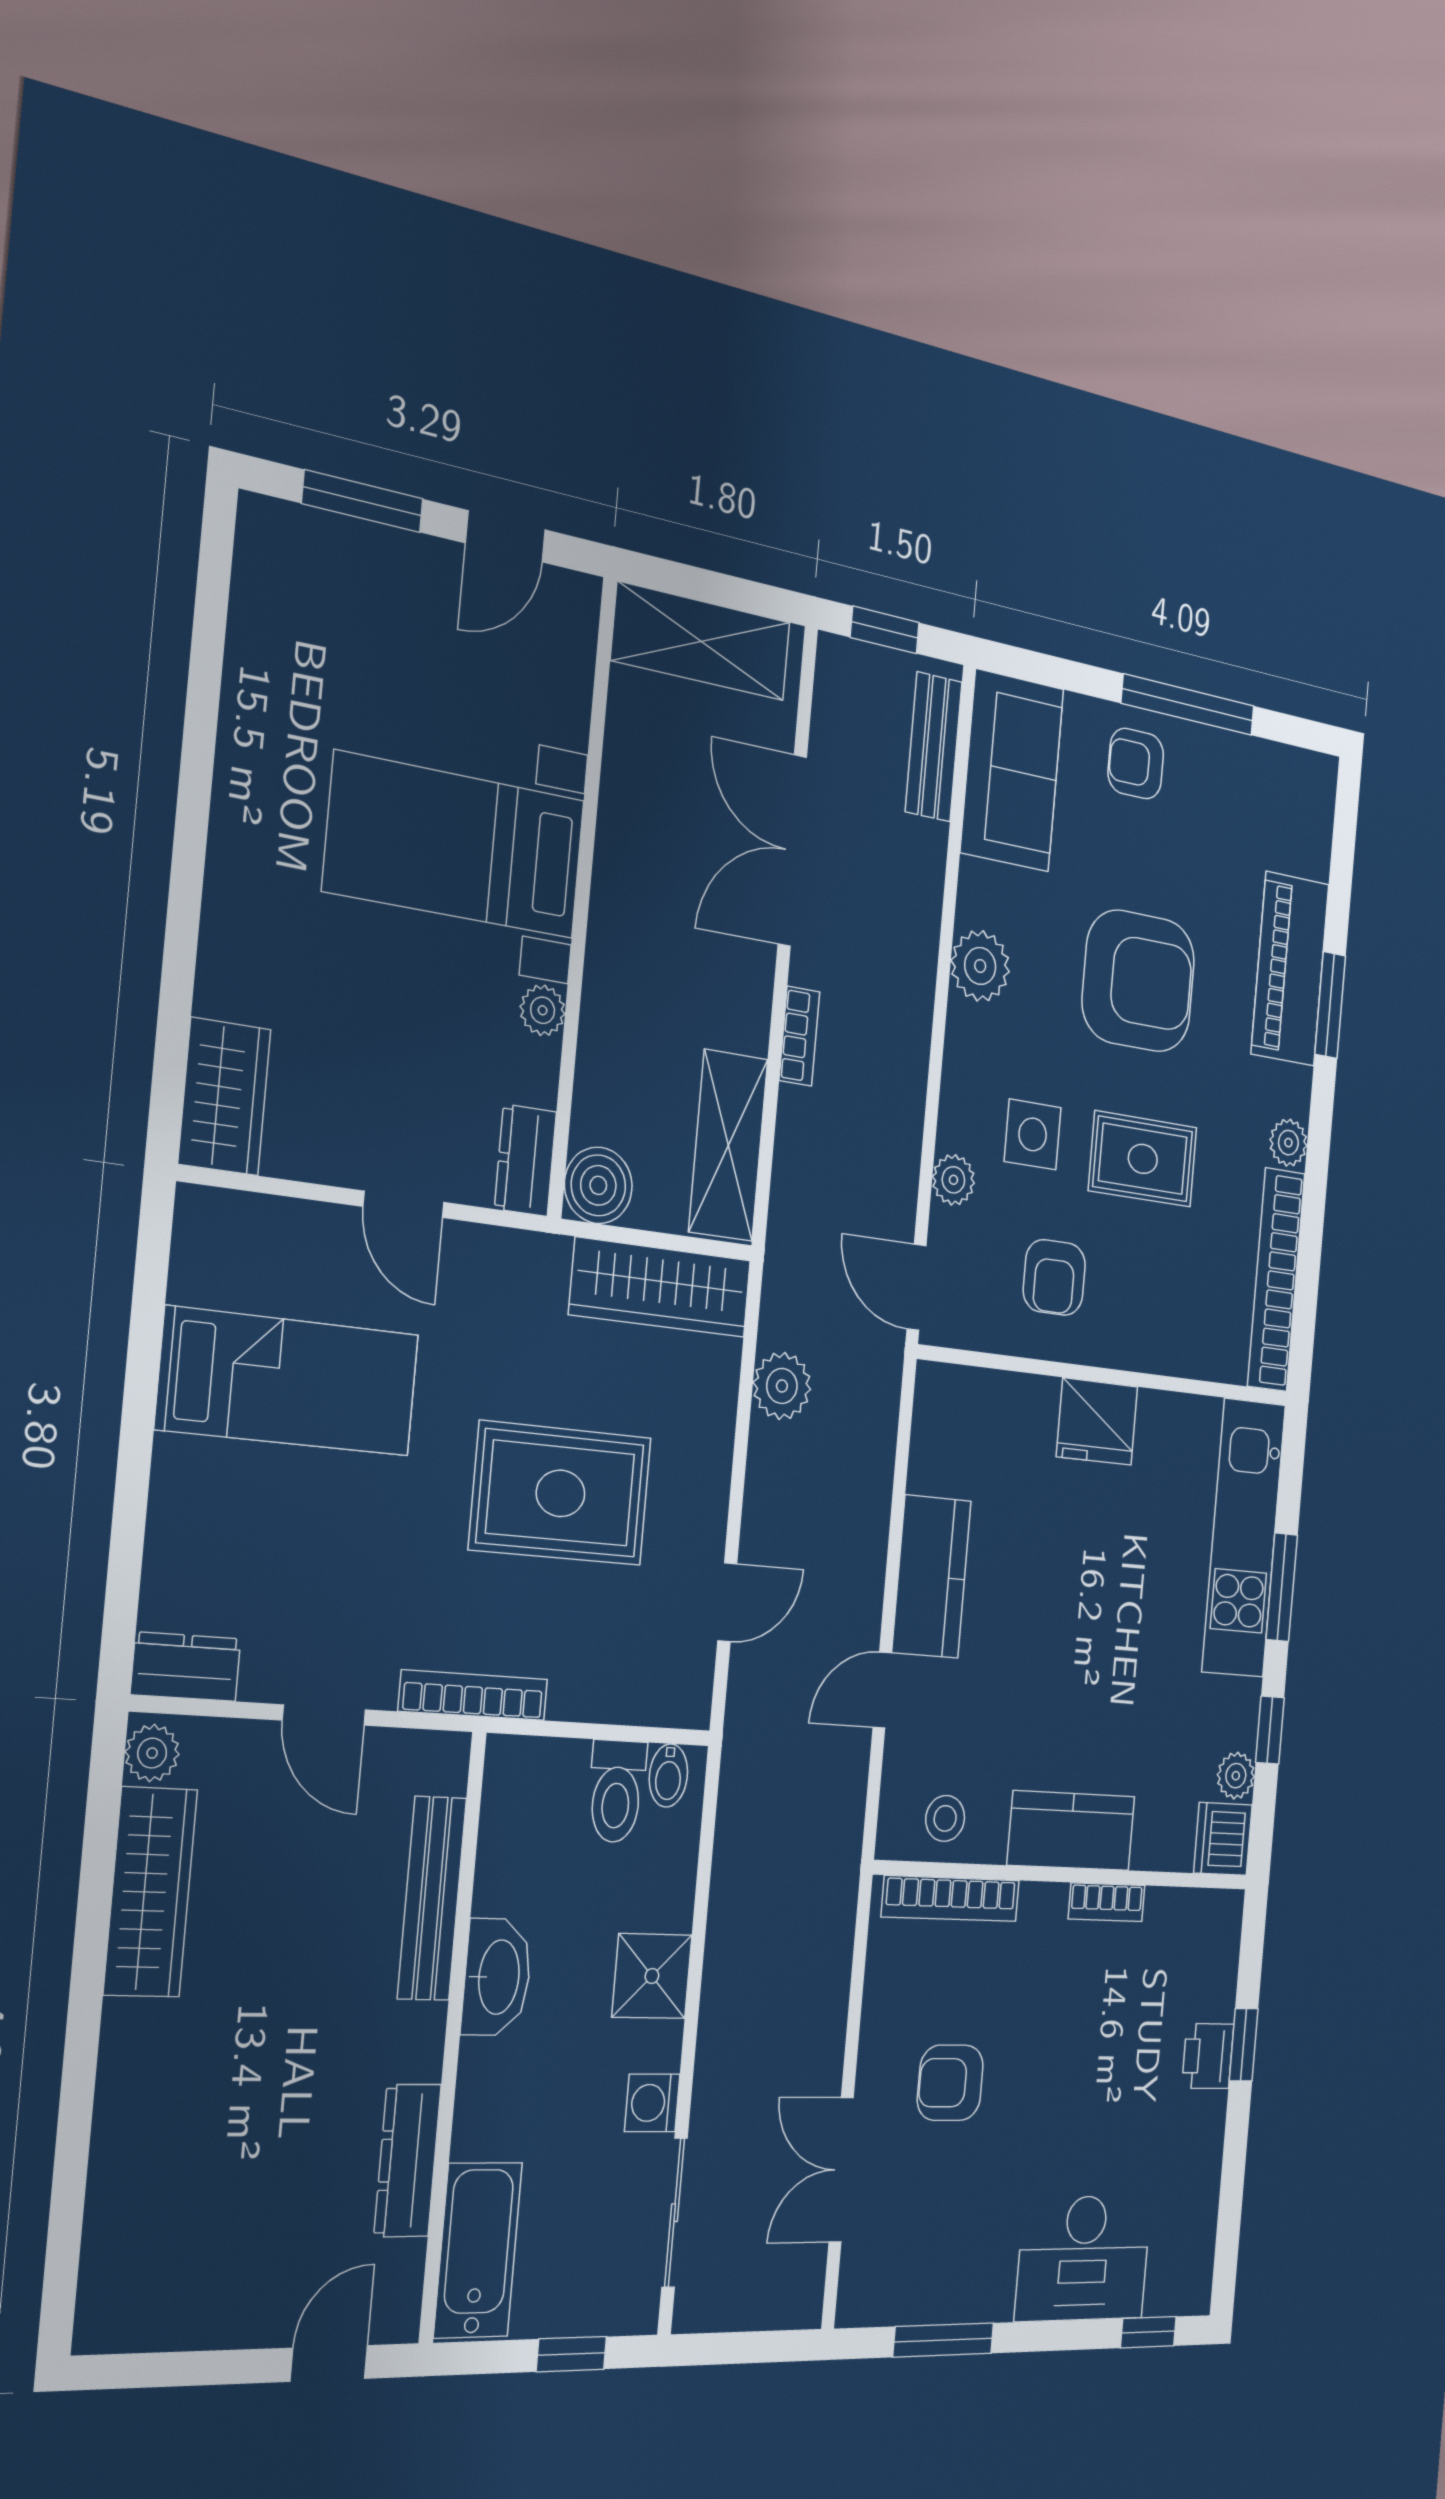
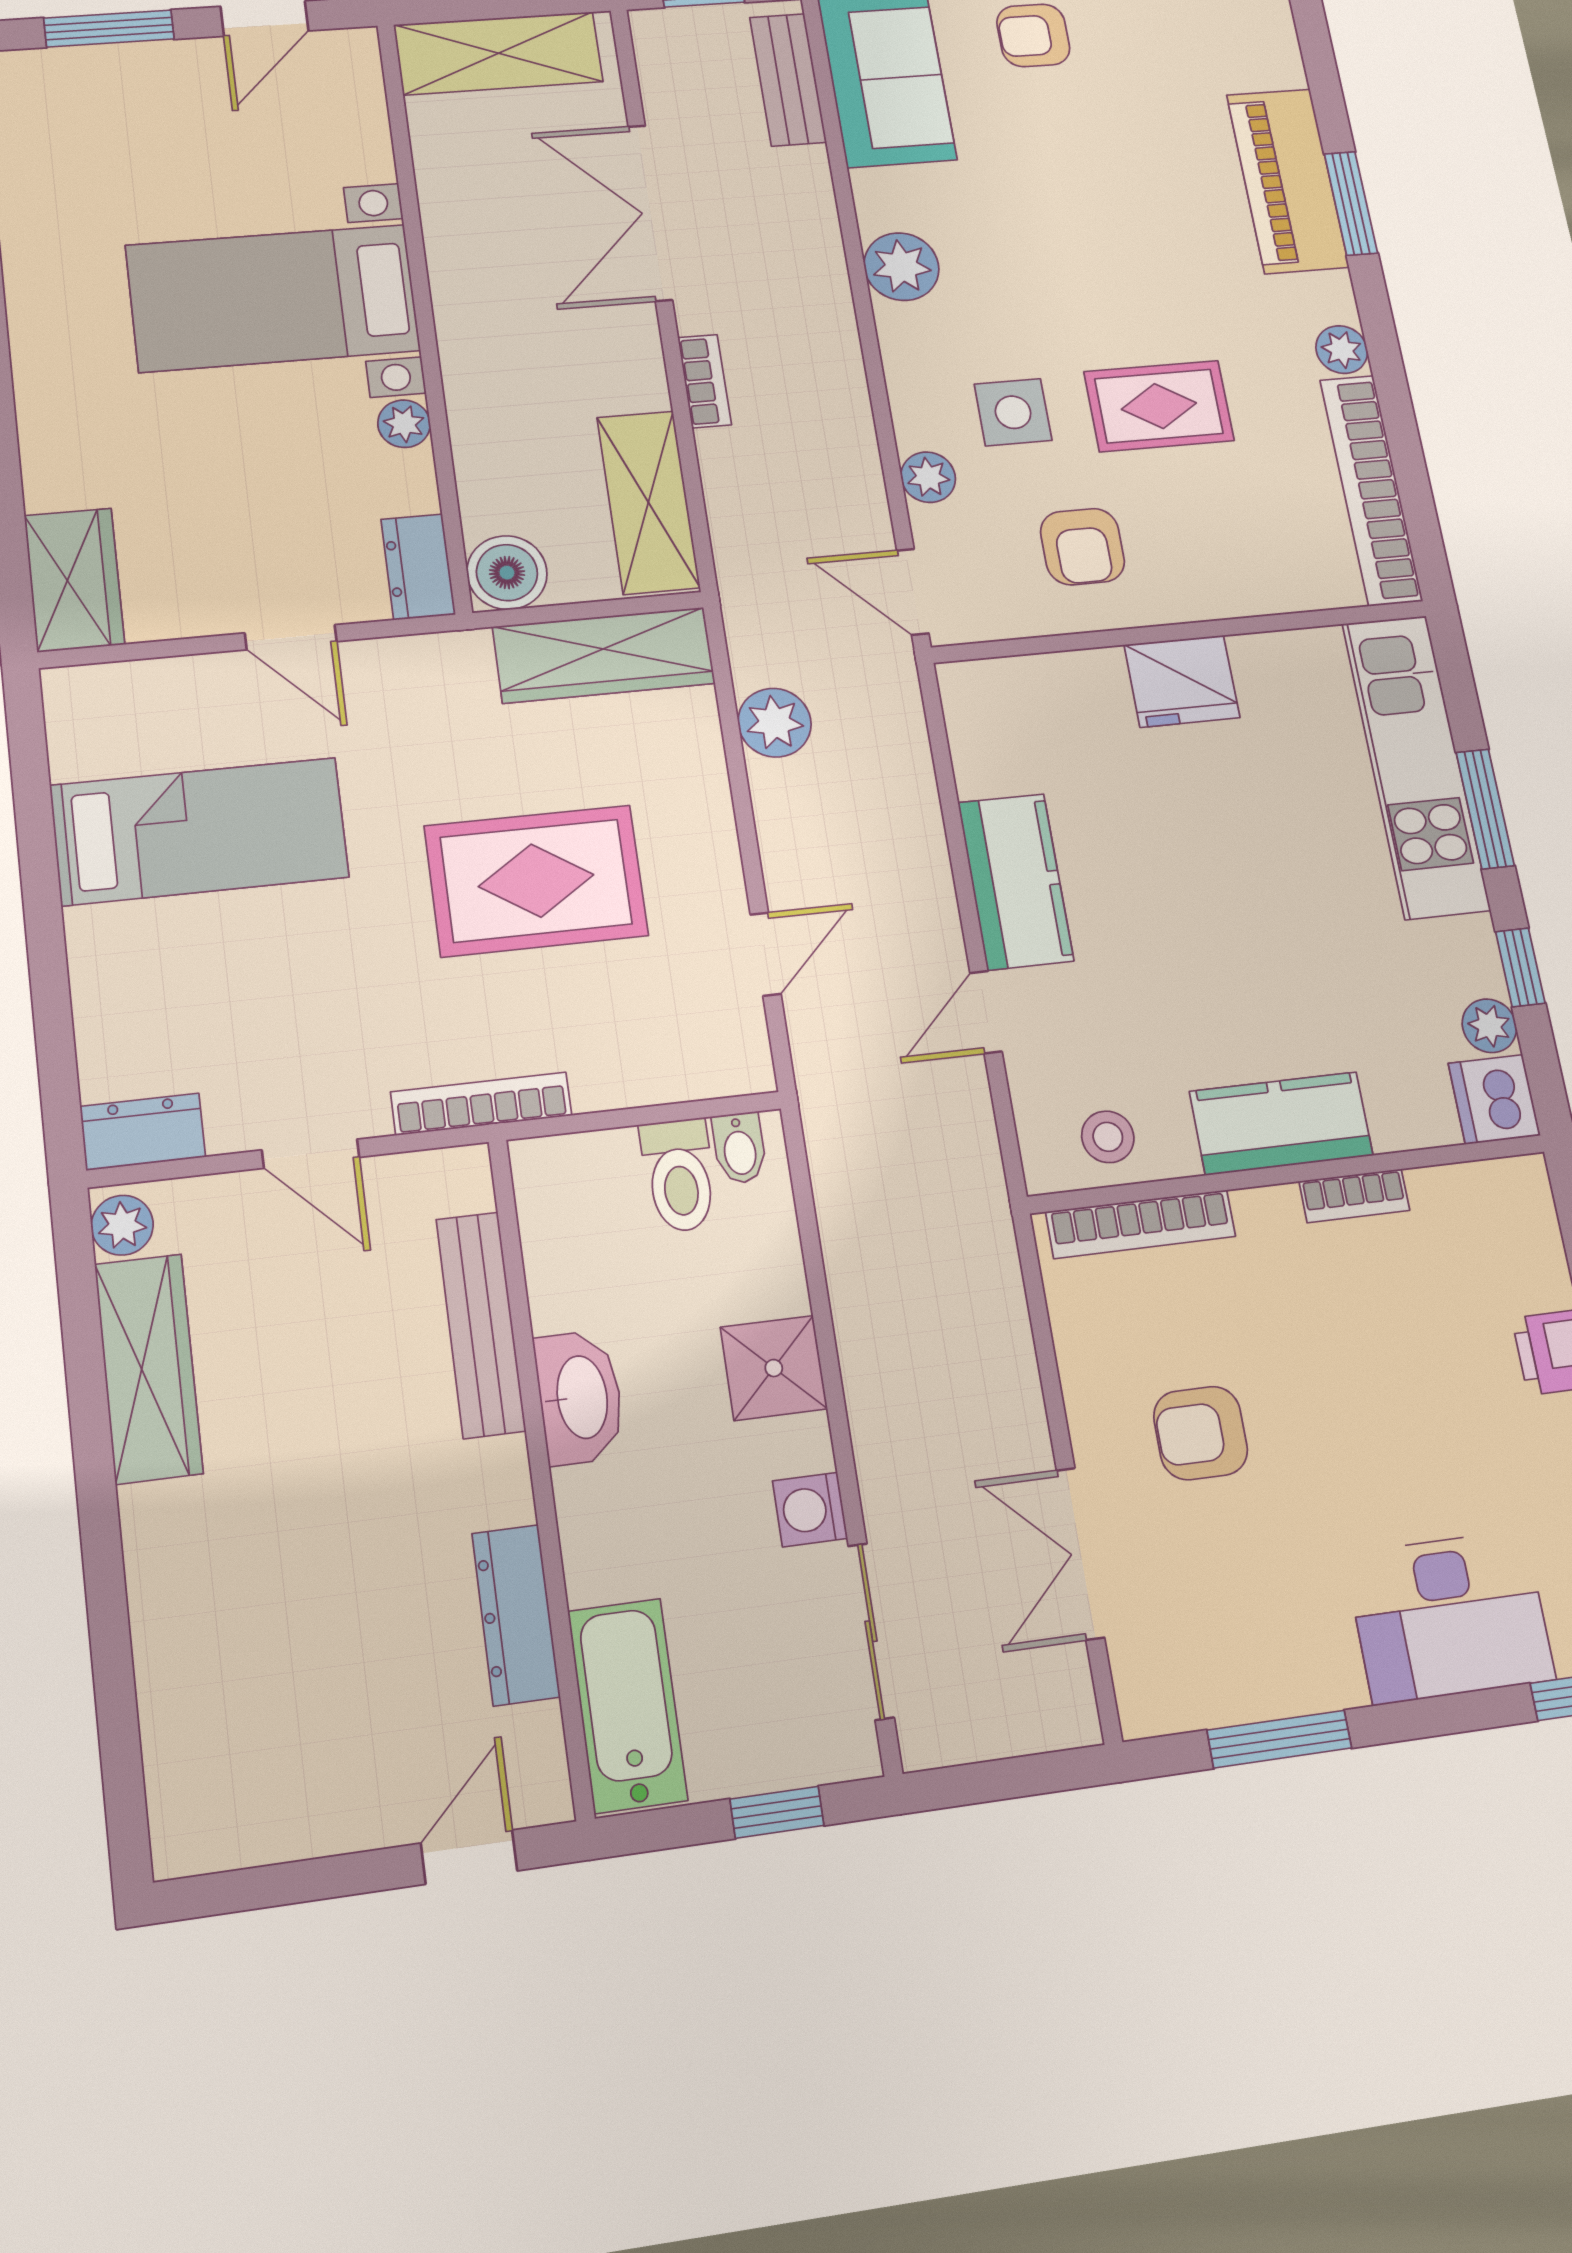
armchair: (1138, 981) -> (1100, 236), removed

